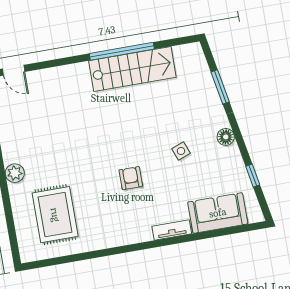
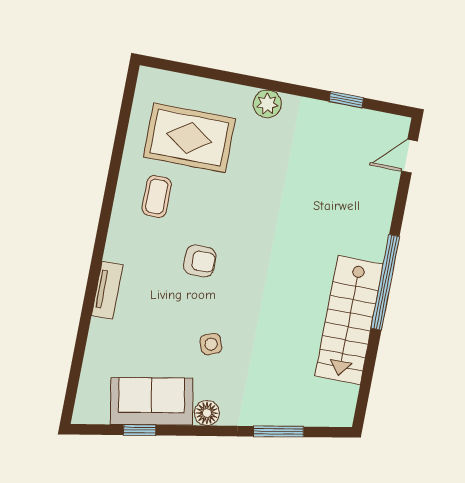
window: (122, 51) -> (385, 282), moved
sofa: (218, 213) -> (151, 401), moved, turned -100
coffee table: (100, 221) -> (157, 196), added

